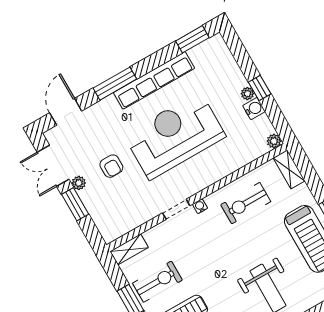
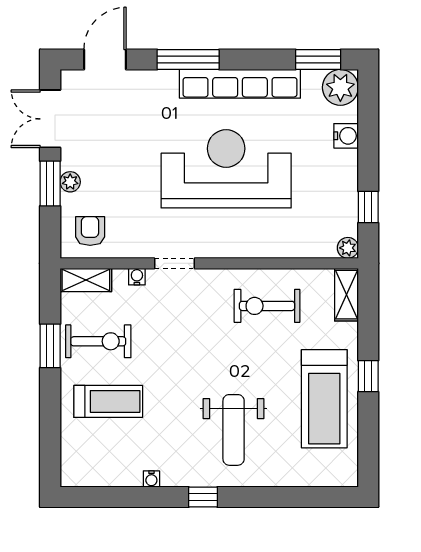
window: (260, 88) -> (368, 207), moved
plant: (247, 94) -> (340, 87), moved, width x1.88, depth x1.88
water cooler: (254, 109) -> (346, 136), moved
armchair: (111, 166) -> (90, 231), moved, turned 180
plant: (79, 183) -> (70, 182), moved
water cooler: (200, 206) -> (137, 277), moved

